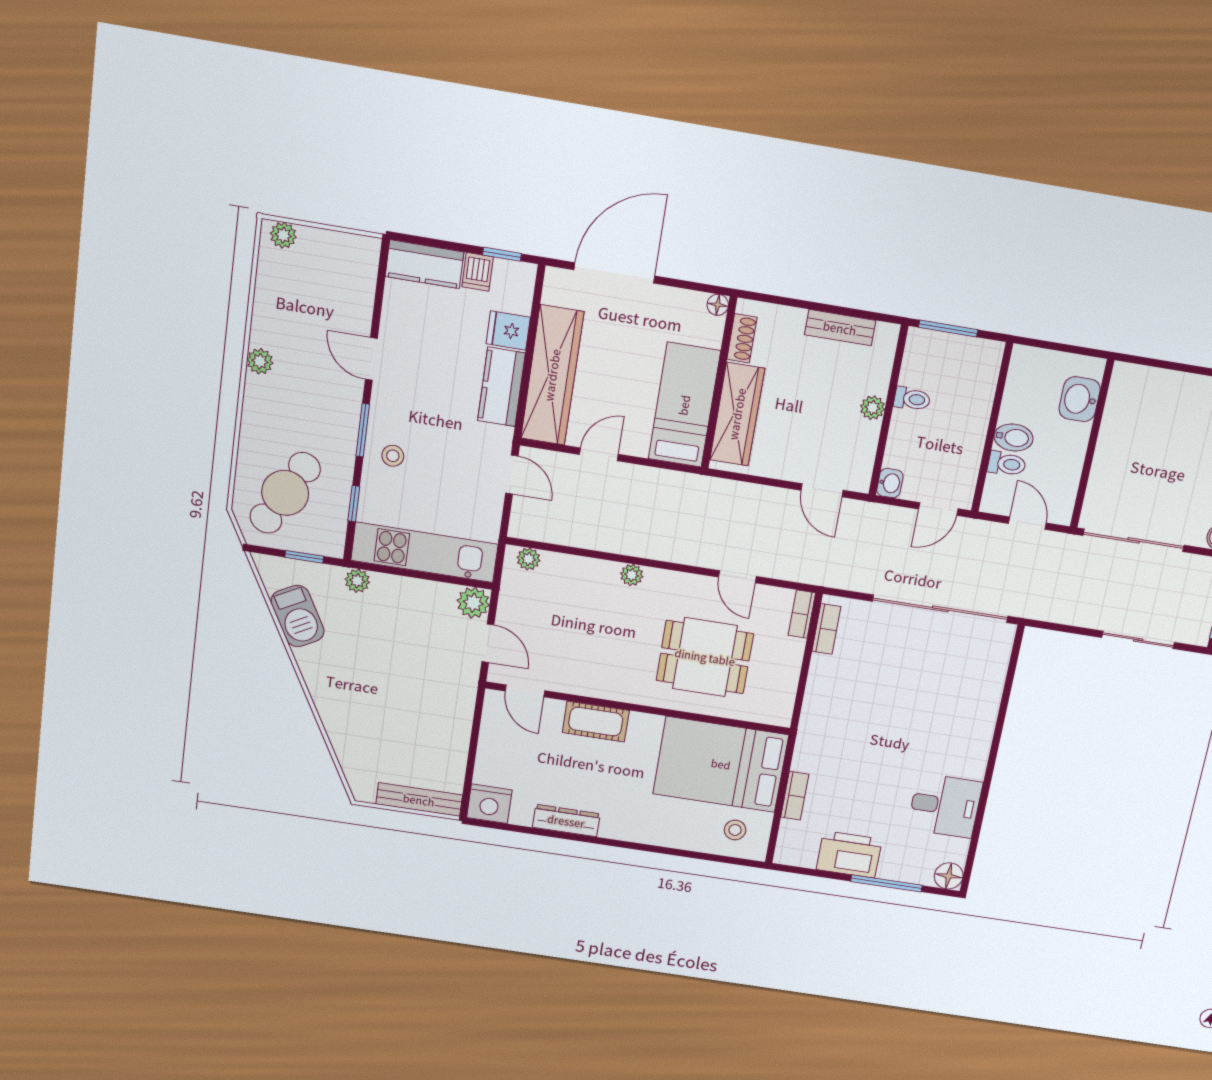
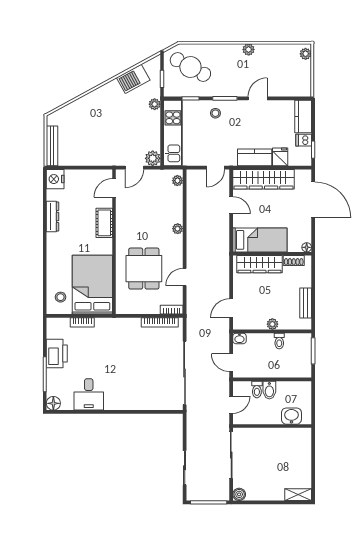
bookcase: (826, 629) -> (160, 322), width x1.56

